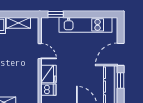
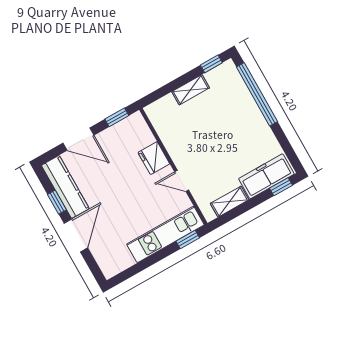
kitchen unit: (85, 25) -> (165, 234), moved
dishwasher: (48, 90) -> (143, 138), removed

